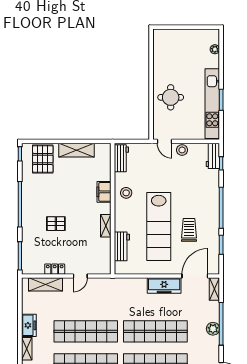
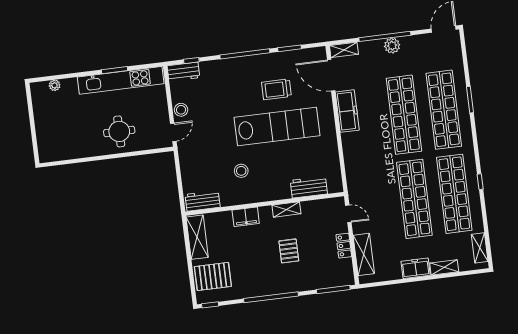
workbench: (121, 158) -> (203, 201), moved
filing cabinet: (104, 192) -> (246, 217), moved
wall: (113, 209) -> (265, 204), moved
shelving: (106, 226) -> (286, 209), moved
workbench: (122, 246) -> (309, 187), moved

